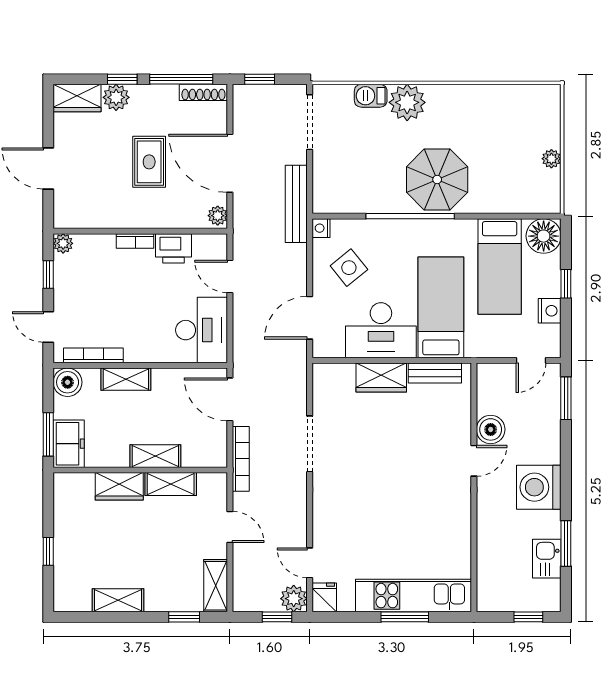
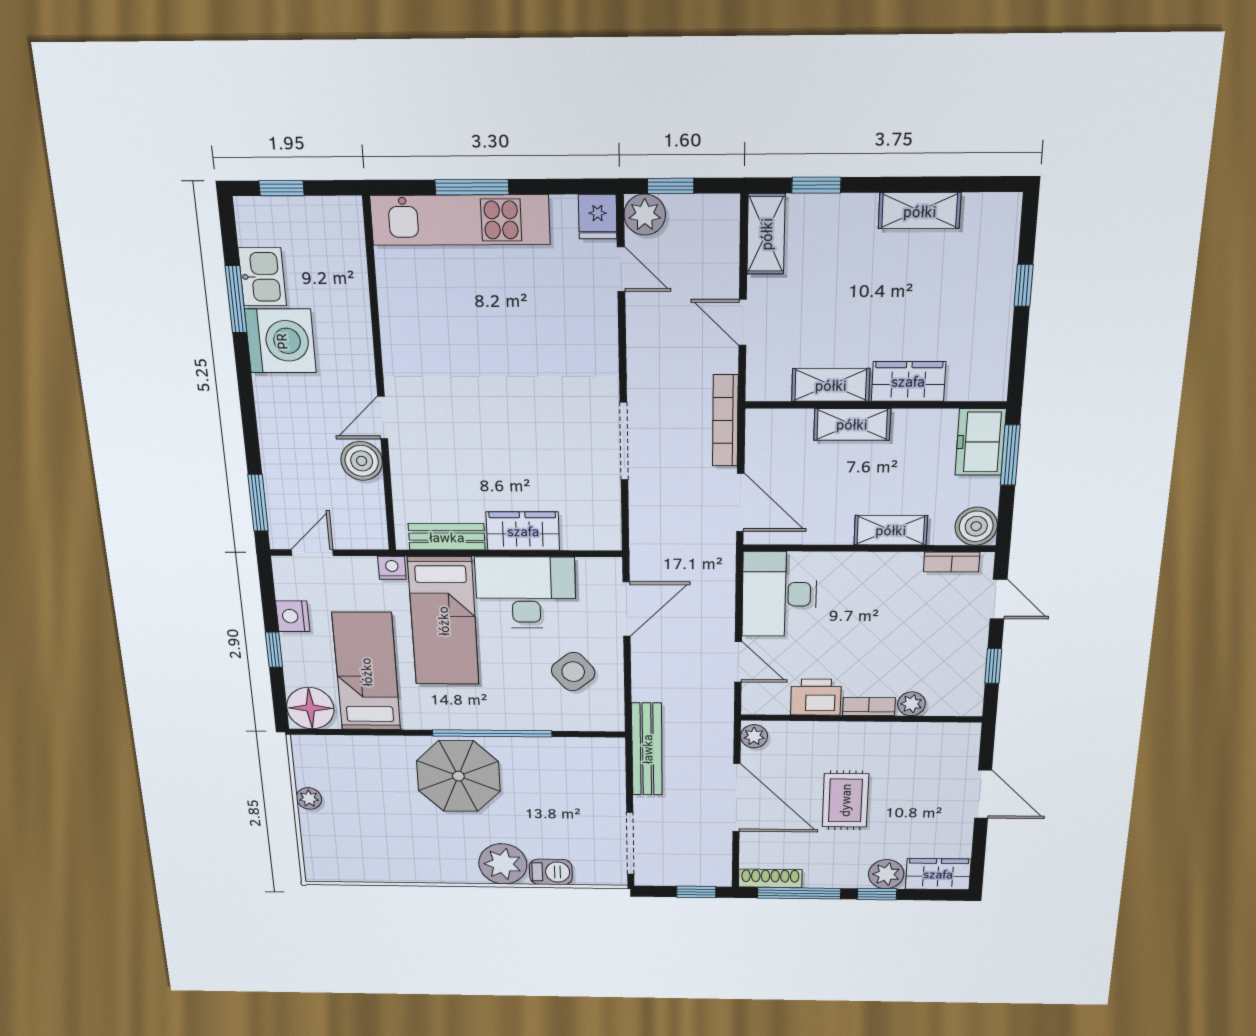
nightstand: (321, 228) -> (392, 568), moved, turned -90
plant: (63, 243) -> (911, 704), moved
bookcase: (93, 355) -> (952, 562), width x0.64
washing machine: (539, 487) -> (281, 341), moved

